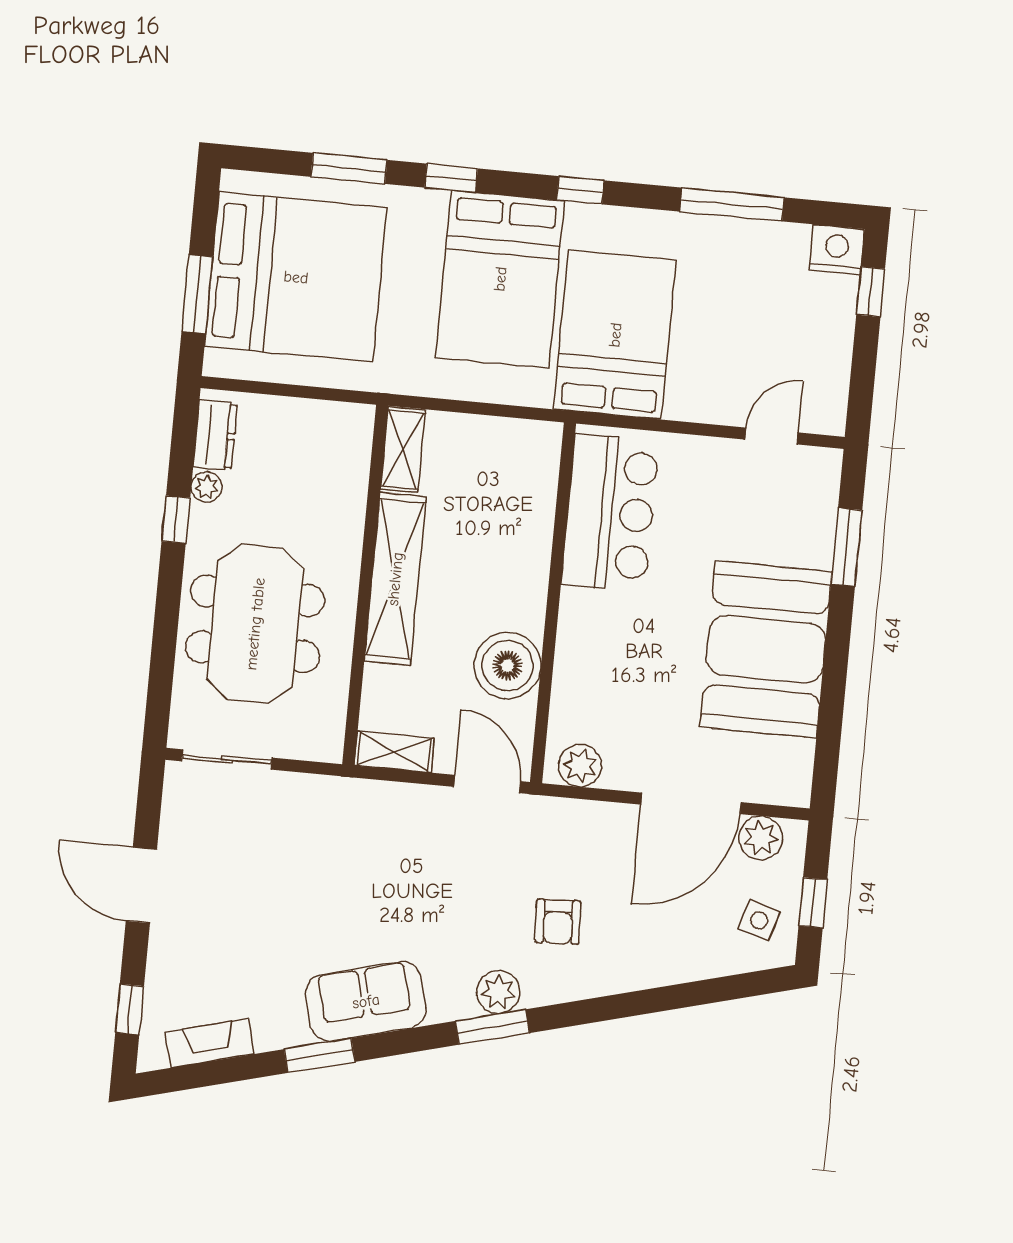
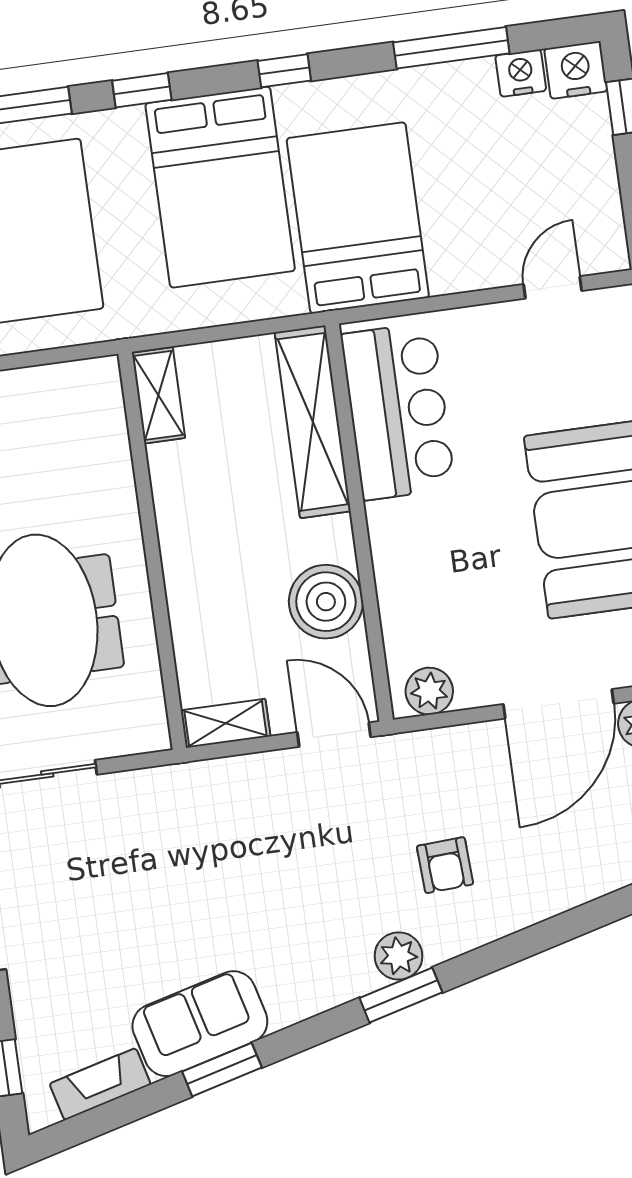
nightstand: (788, 241) -> (521, 73), added
shelving: (395, 579) -> (313, 422), moved
sofa: (366, 1001) -> (200, 1024), moved

